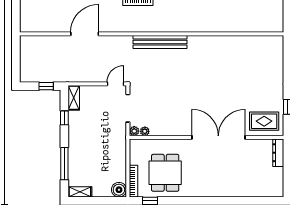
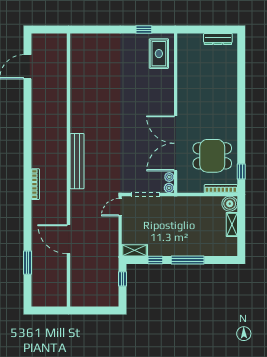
door: (115, 84) -> (120, 207), hinge flipped
double door: (218, 137) -> (176, 143), moved
dresser: (278, 153) -> (218, 39), moved
window: (64, 164) -> (188, 260), moved
shelving: (80, 192) -> (232, 224), moved

